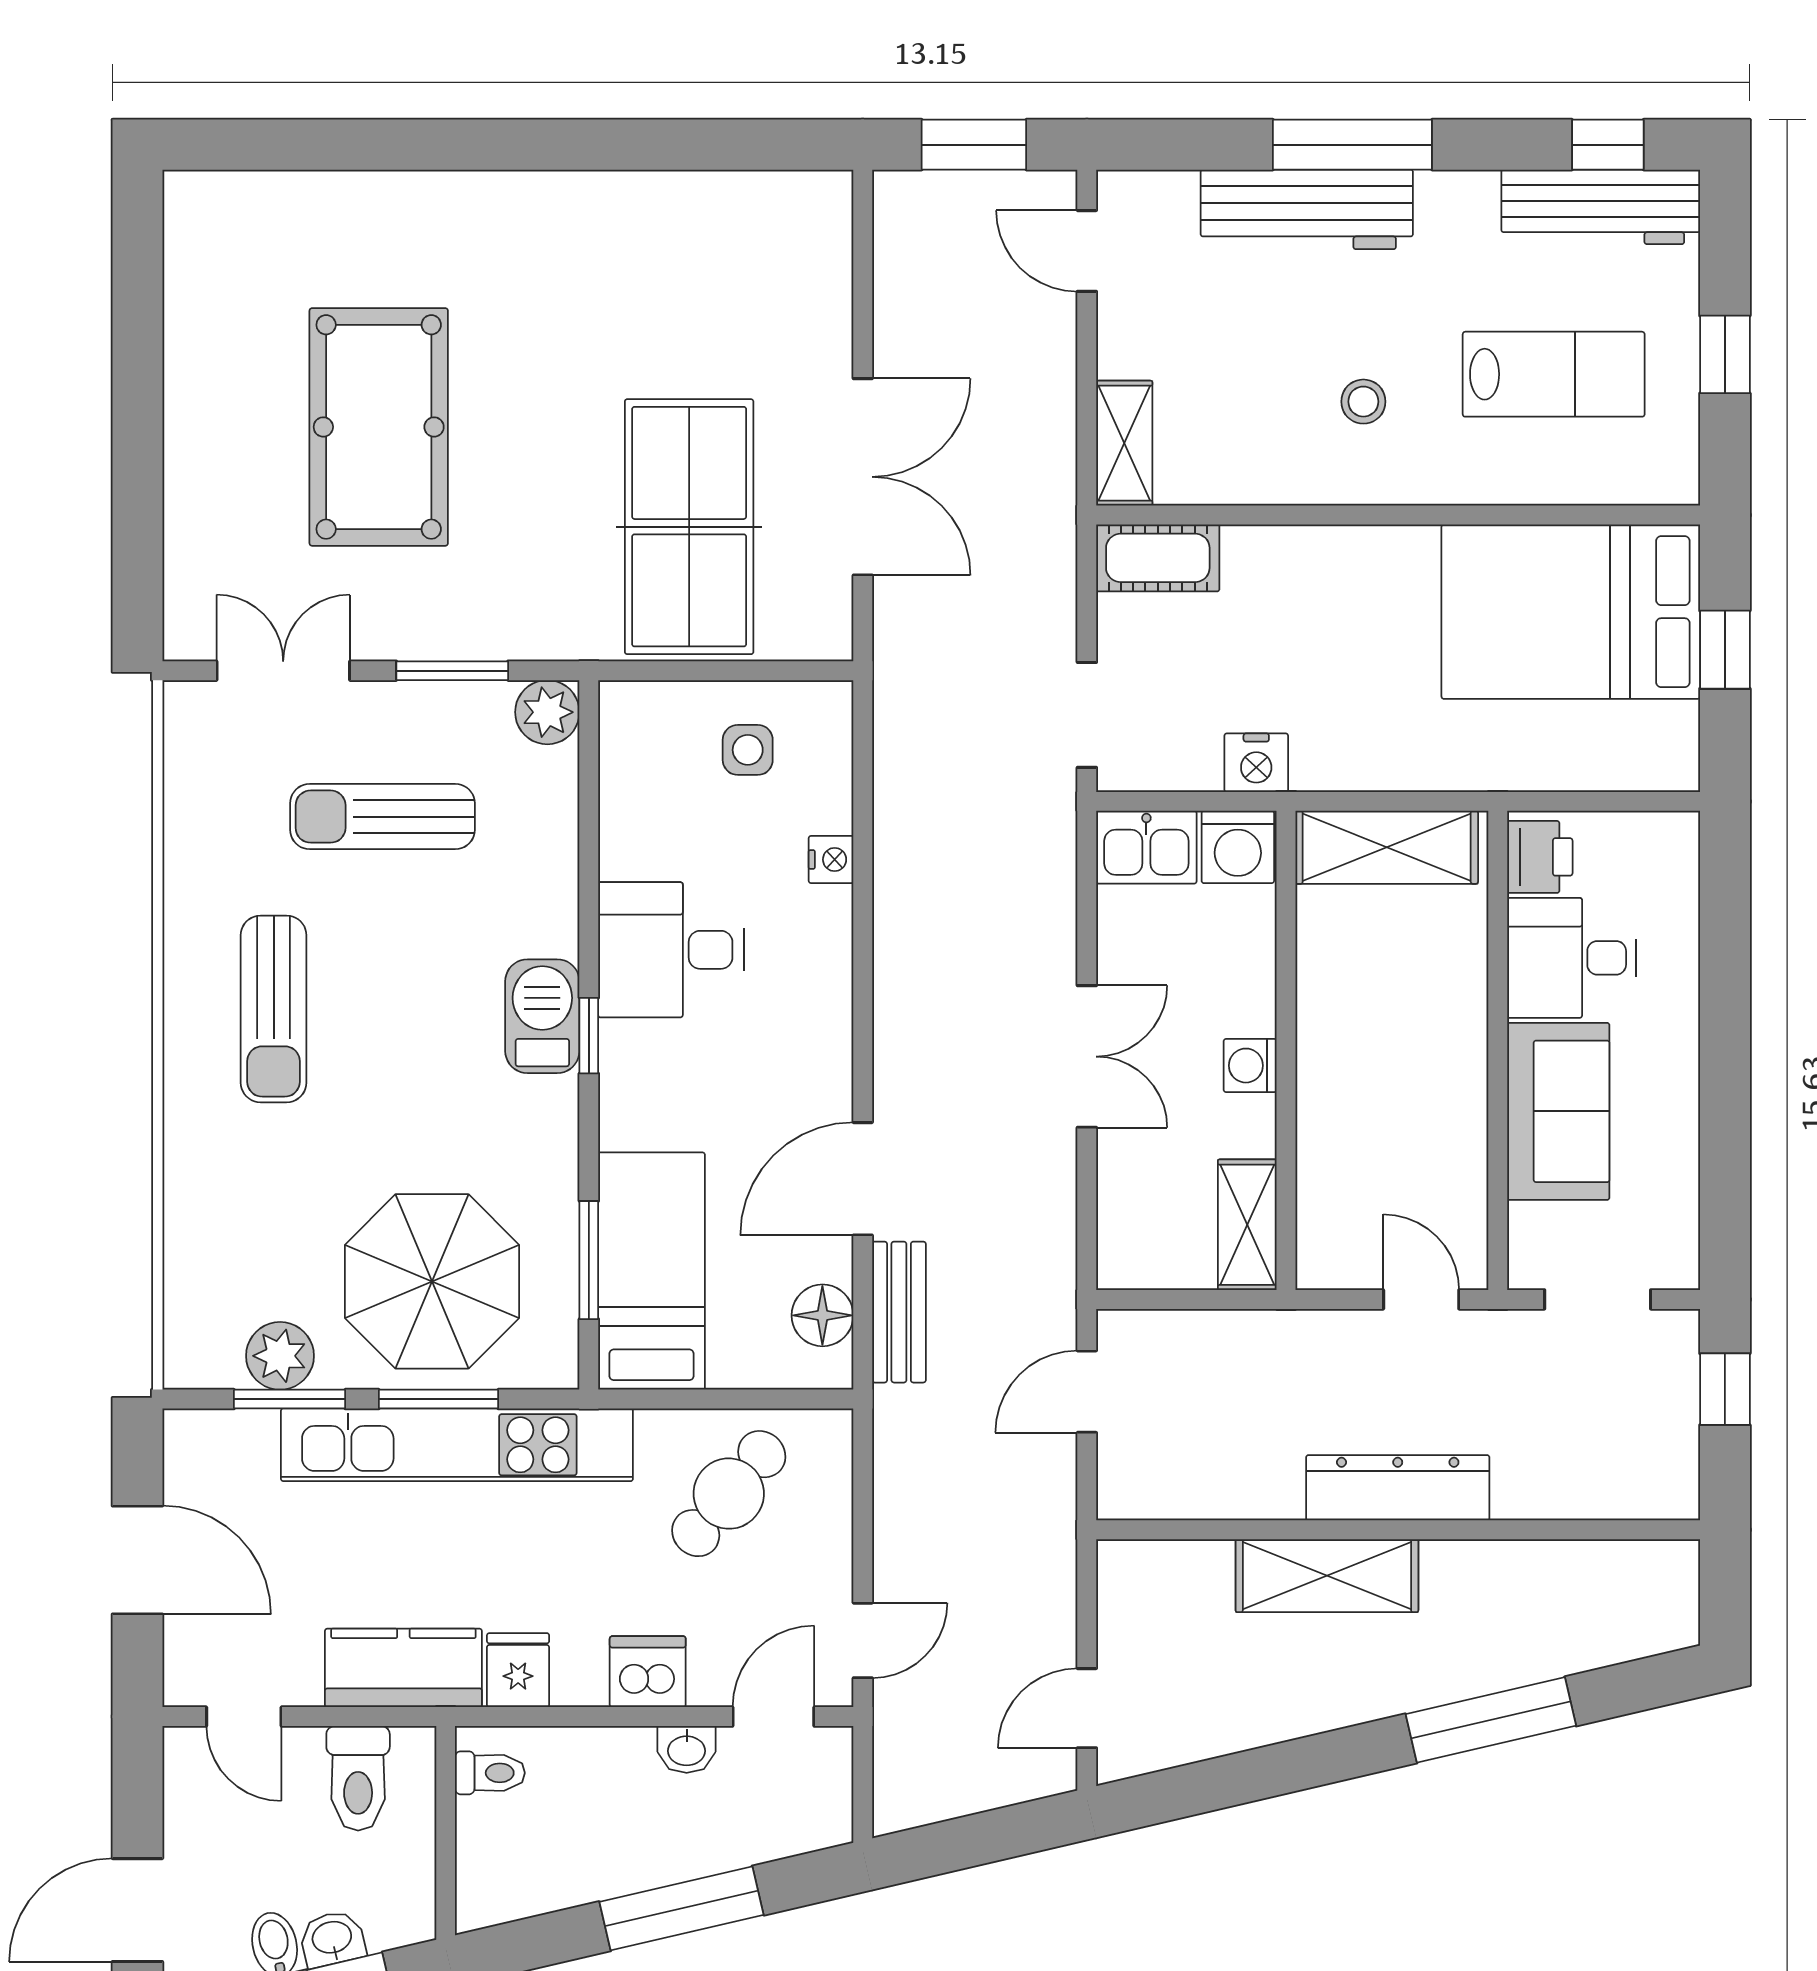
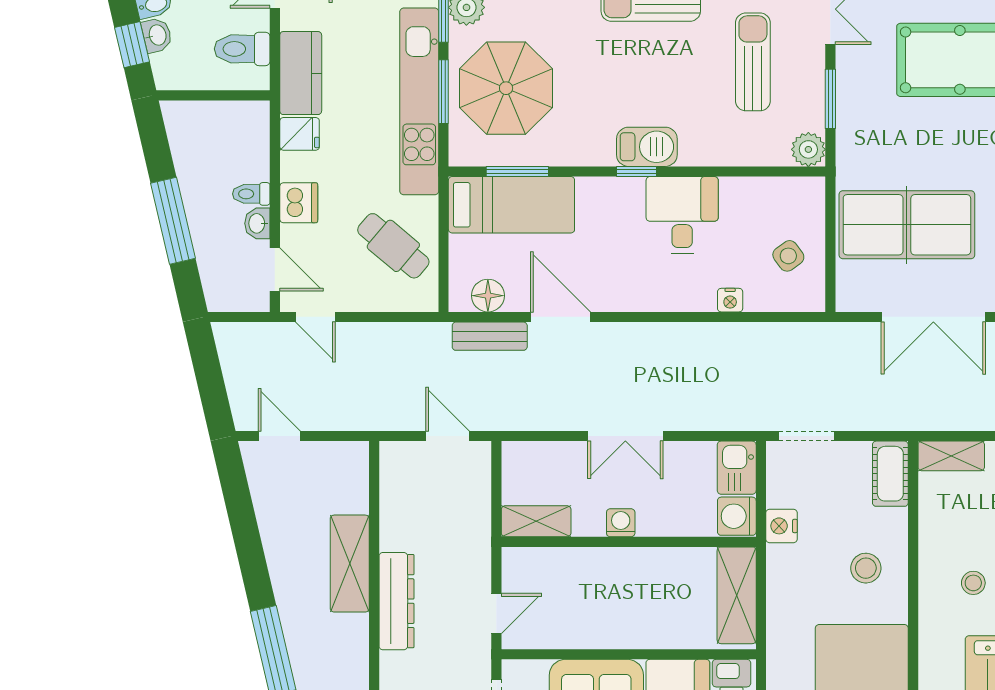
stool: (1336, 604) -> (866, 568), added
side table: (748, 750) -> (788, 256), turned -36
toilet: (490, 1773) -> (251, 194), moved, turned 90

